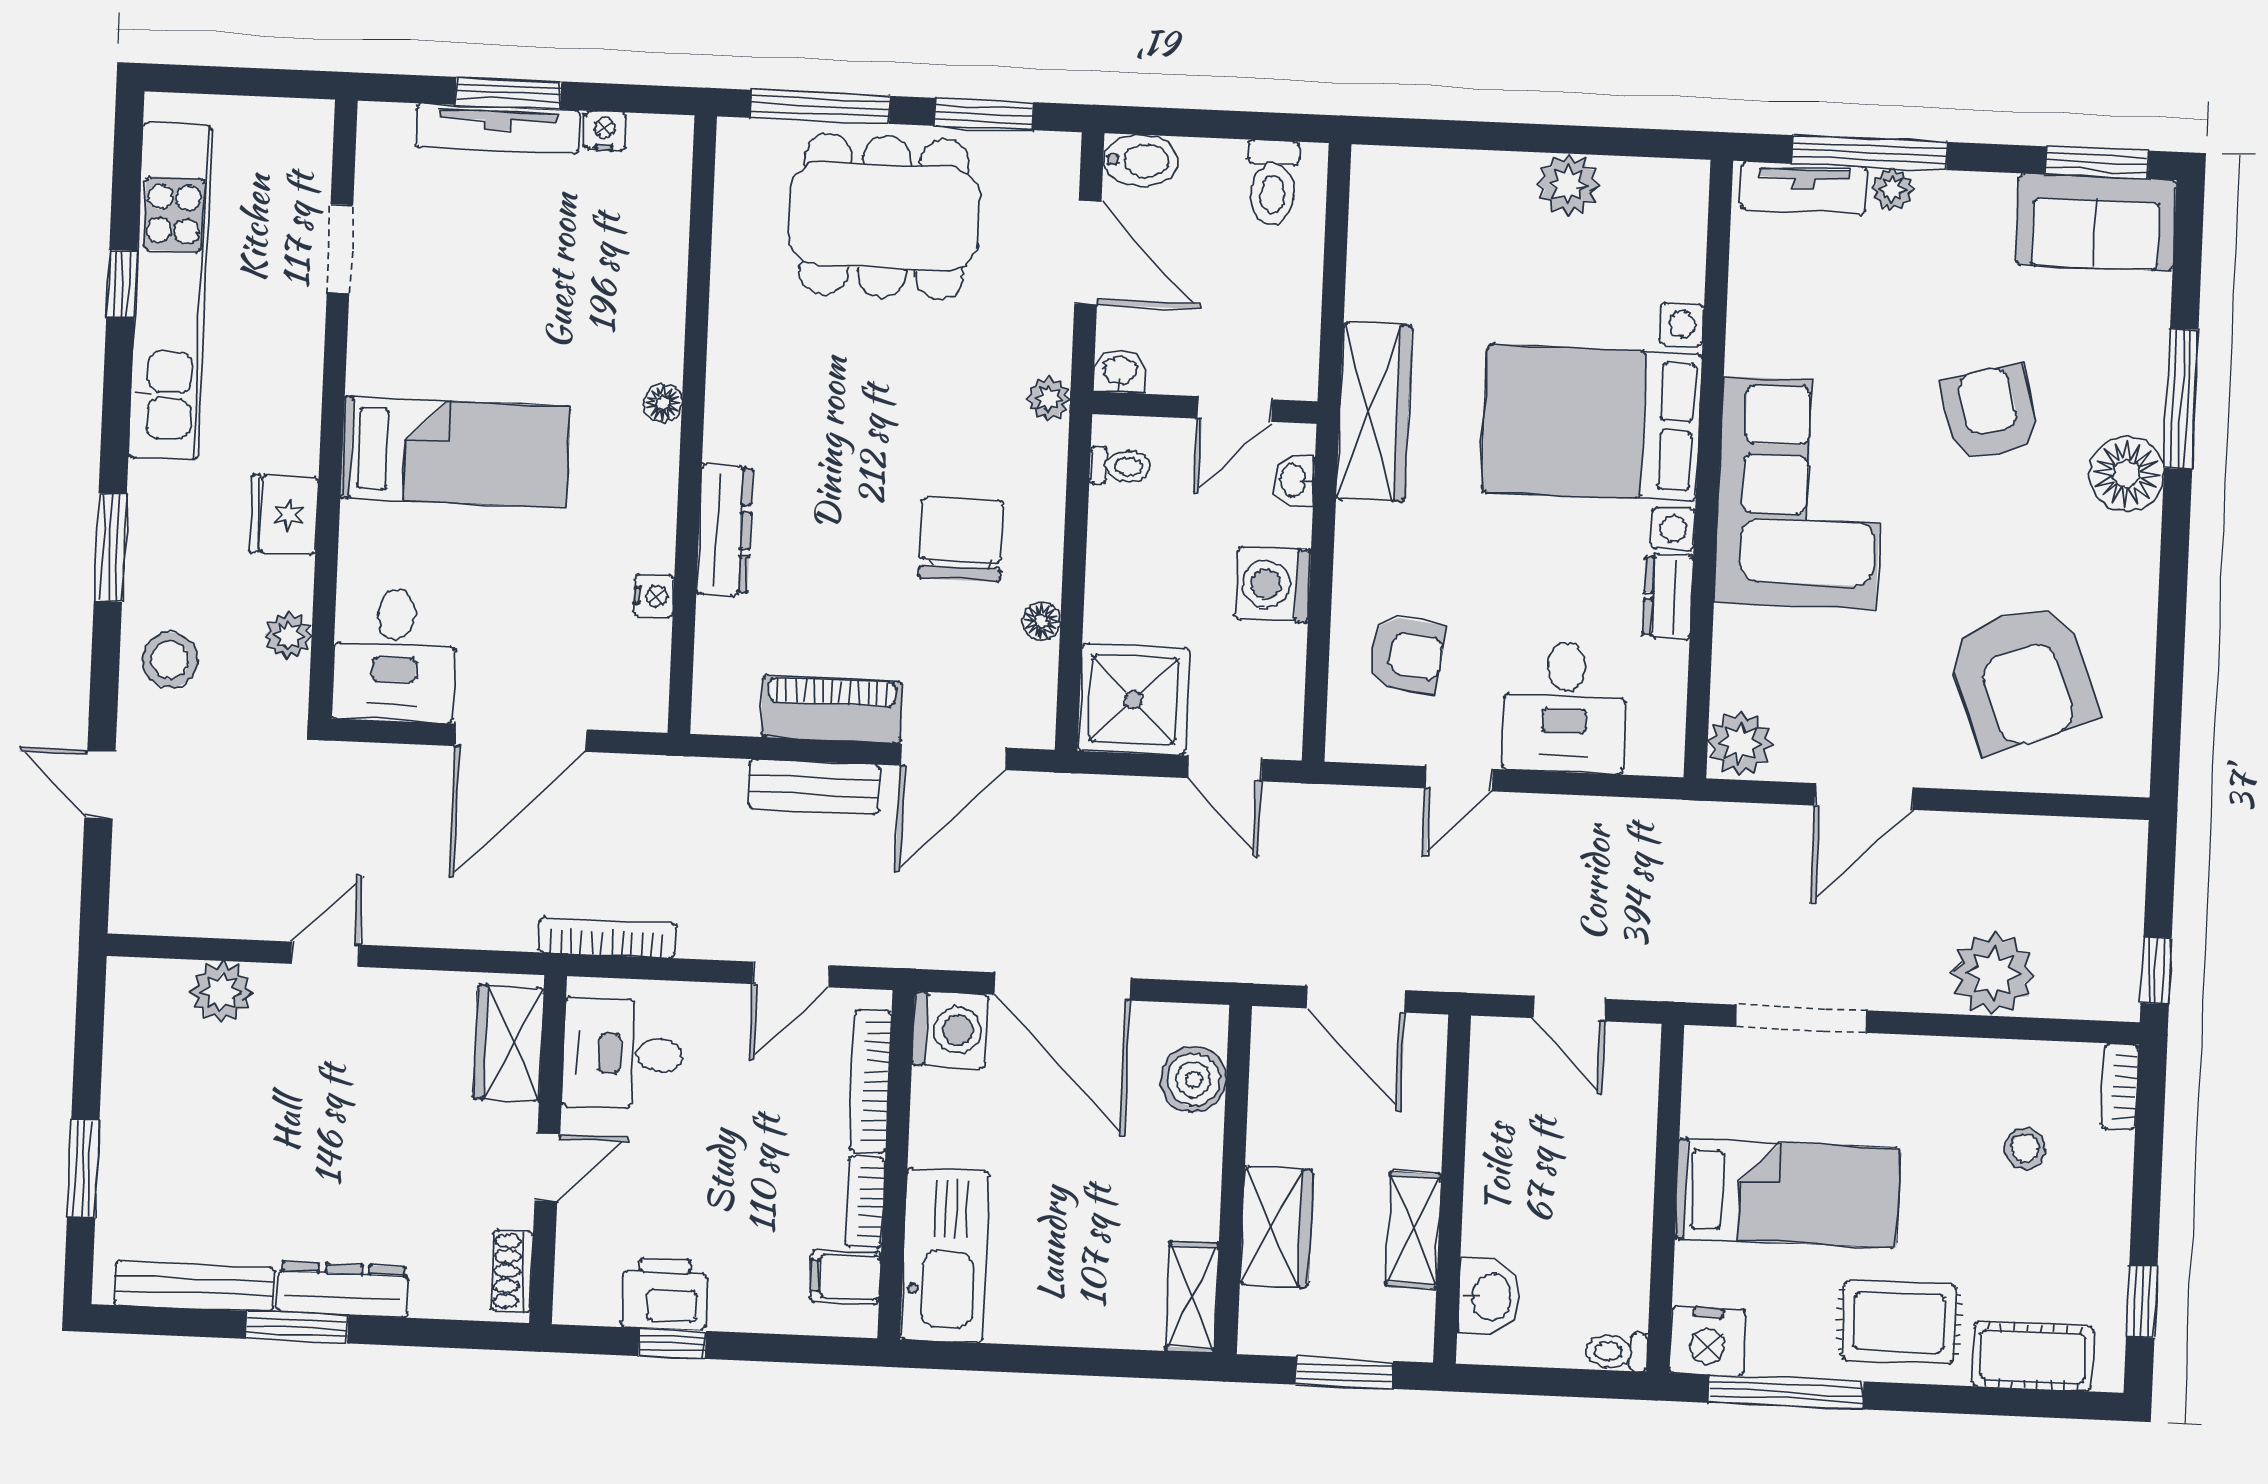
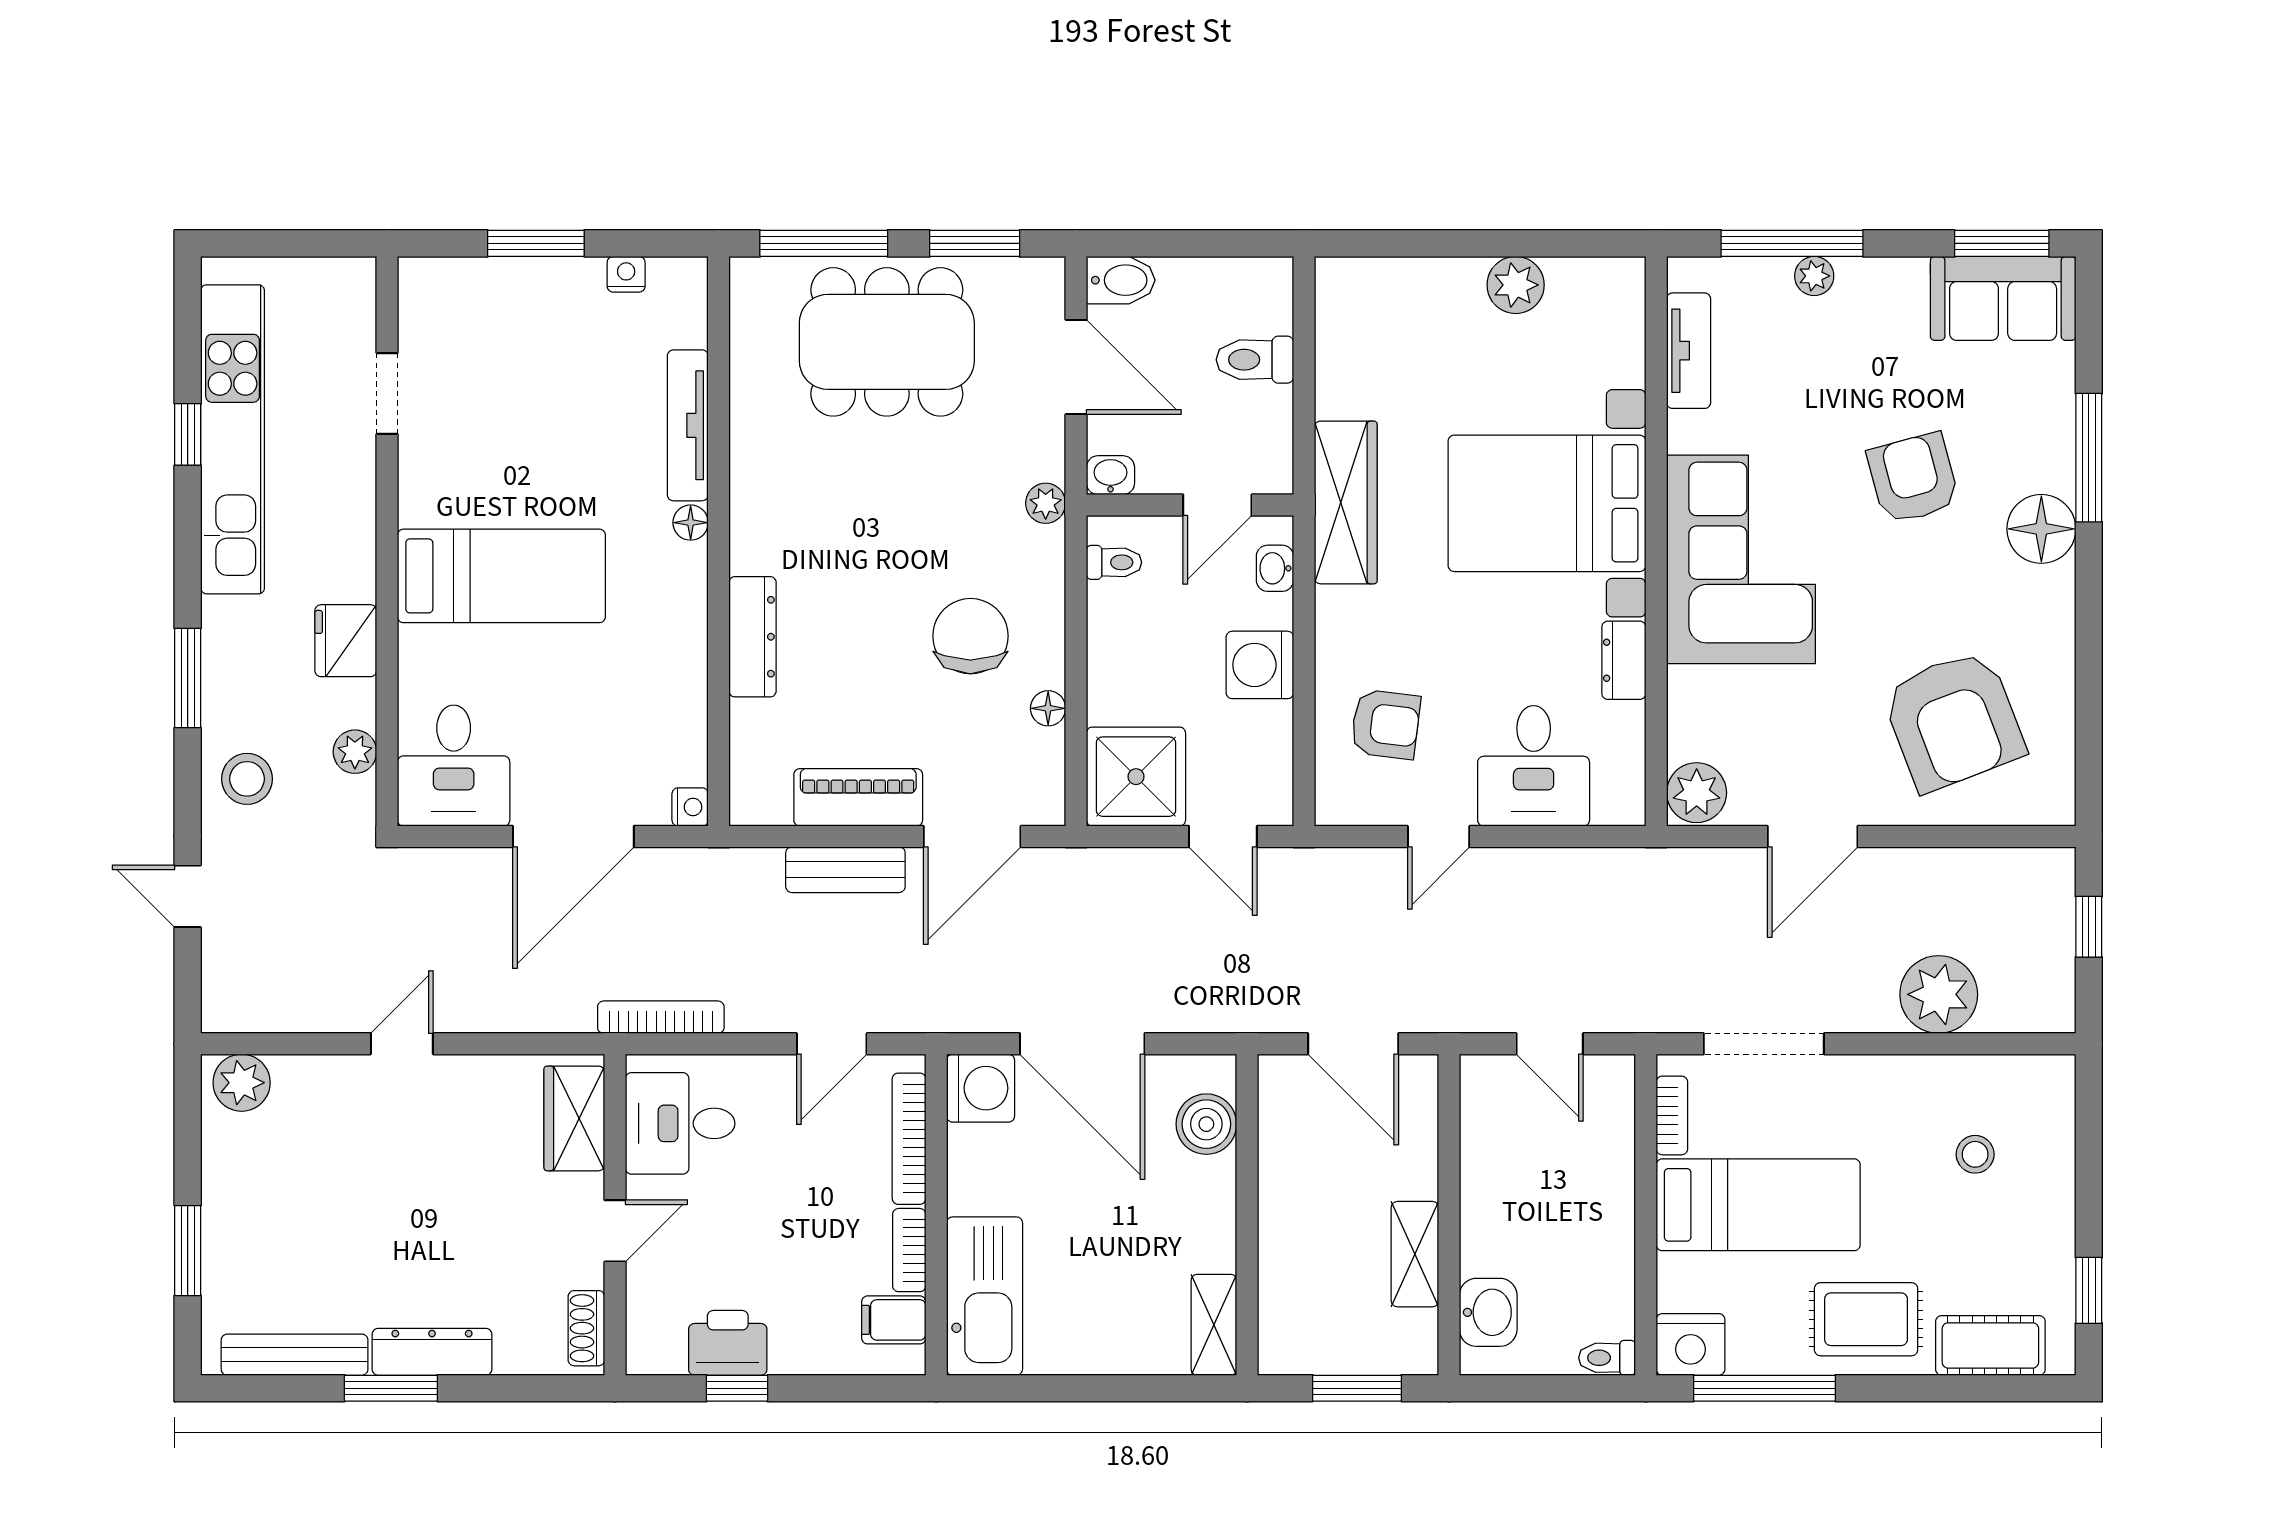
tv unit: (498, 129) -> (688, 425), moved, turned 90
toilet: (1273, 183) -> (1255, 360), moved, turned 90
tv unit: (1804, 188) -> (1689, 351), moved, turned -90
nightstand: (654, 596) -> (690, 807), moved
window: (2156, 971) -> (2089, 927), moved
plant: (221, 992) -> (242, 1083), moved
bookcase: (2120, 1087) -> (1672, 1115), moved, turned 180
wardrobe: (1276, 1227) -> (1289, 1257), removed

